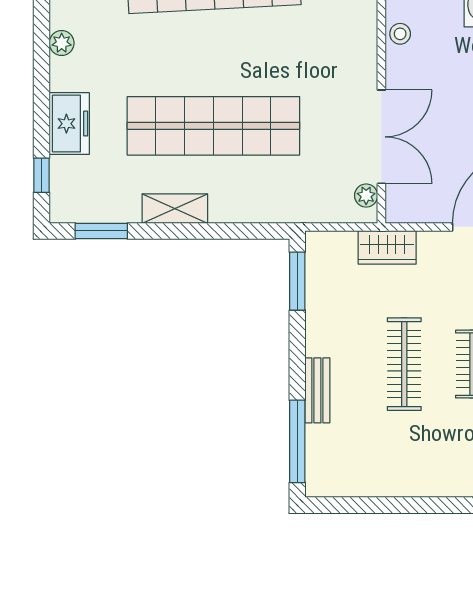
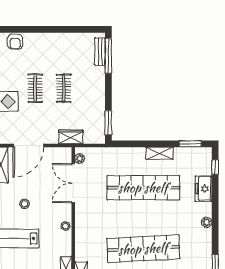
clothes rail: (404, 364) -> (64, 88), width x0.73
bench: (317, 390) -> (100, 52), moved

